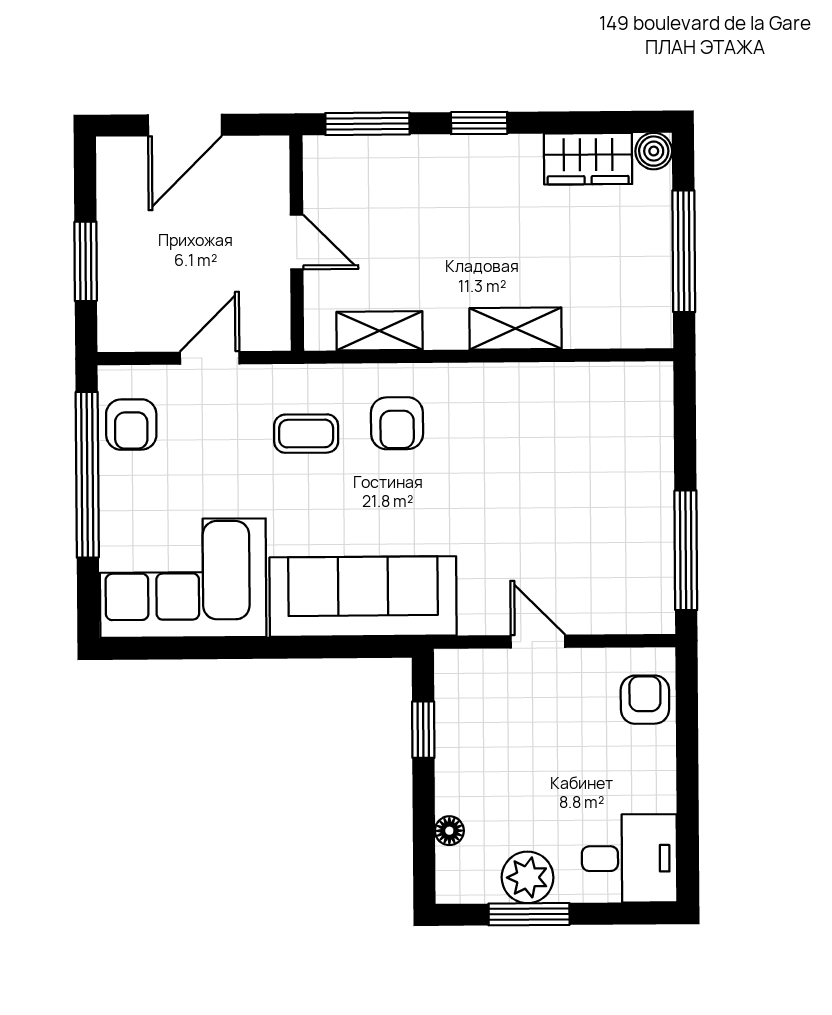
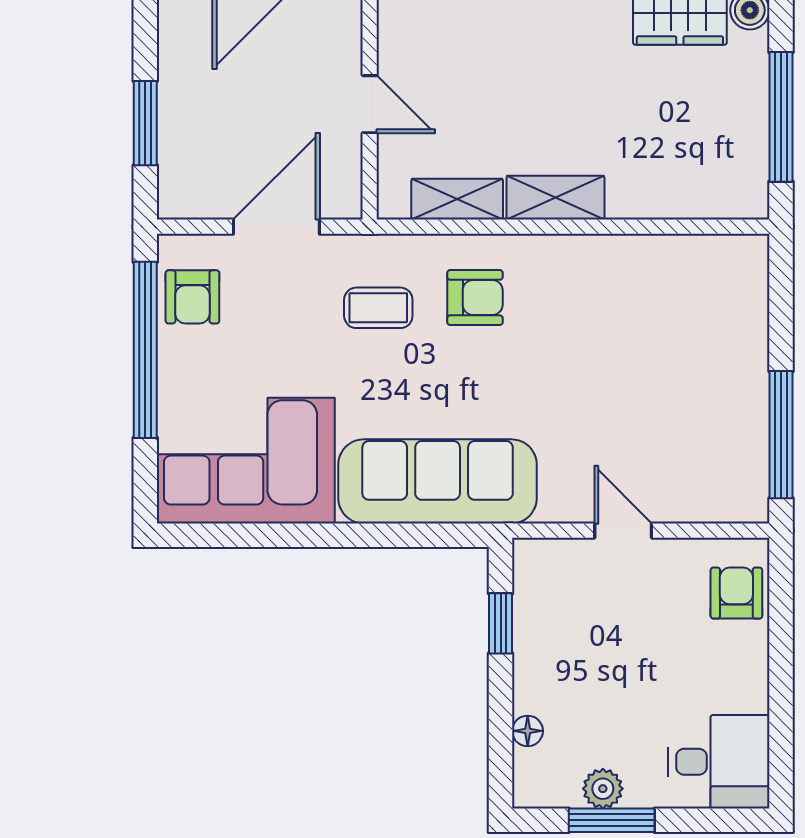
shelving: (516, 329) -> (555, 198), moved
door: (210, 358) -> (276, 227), width x1.38
armchair: (397, 423) -> (475, 298), turned -90
plant: (528, 877) -> (603, 789), width x0.73, depth x0.73

